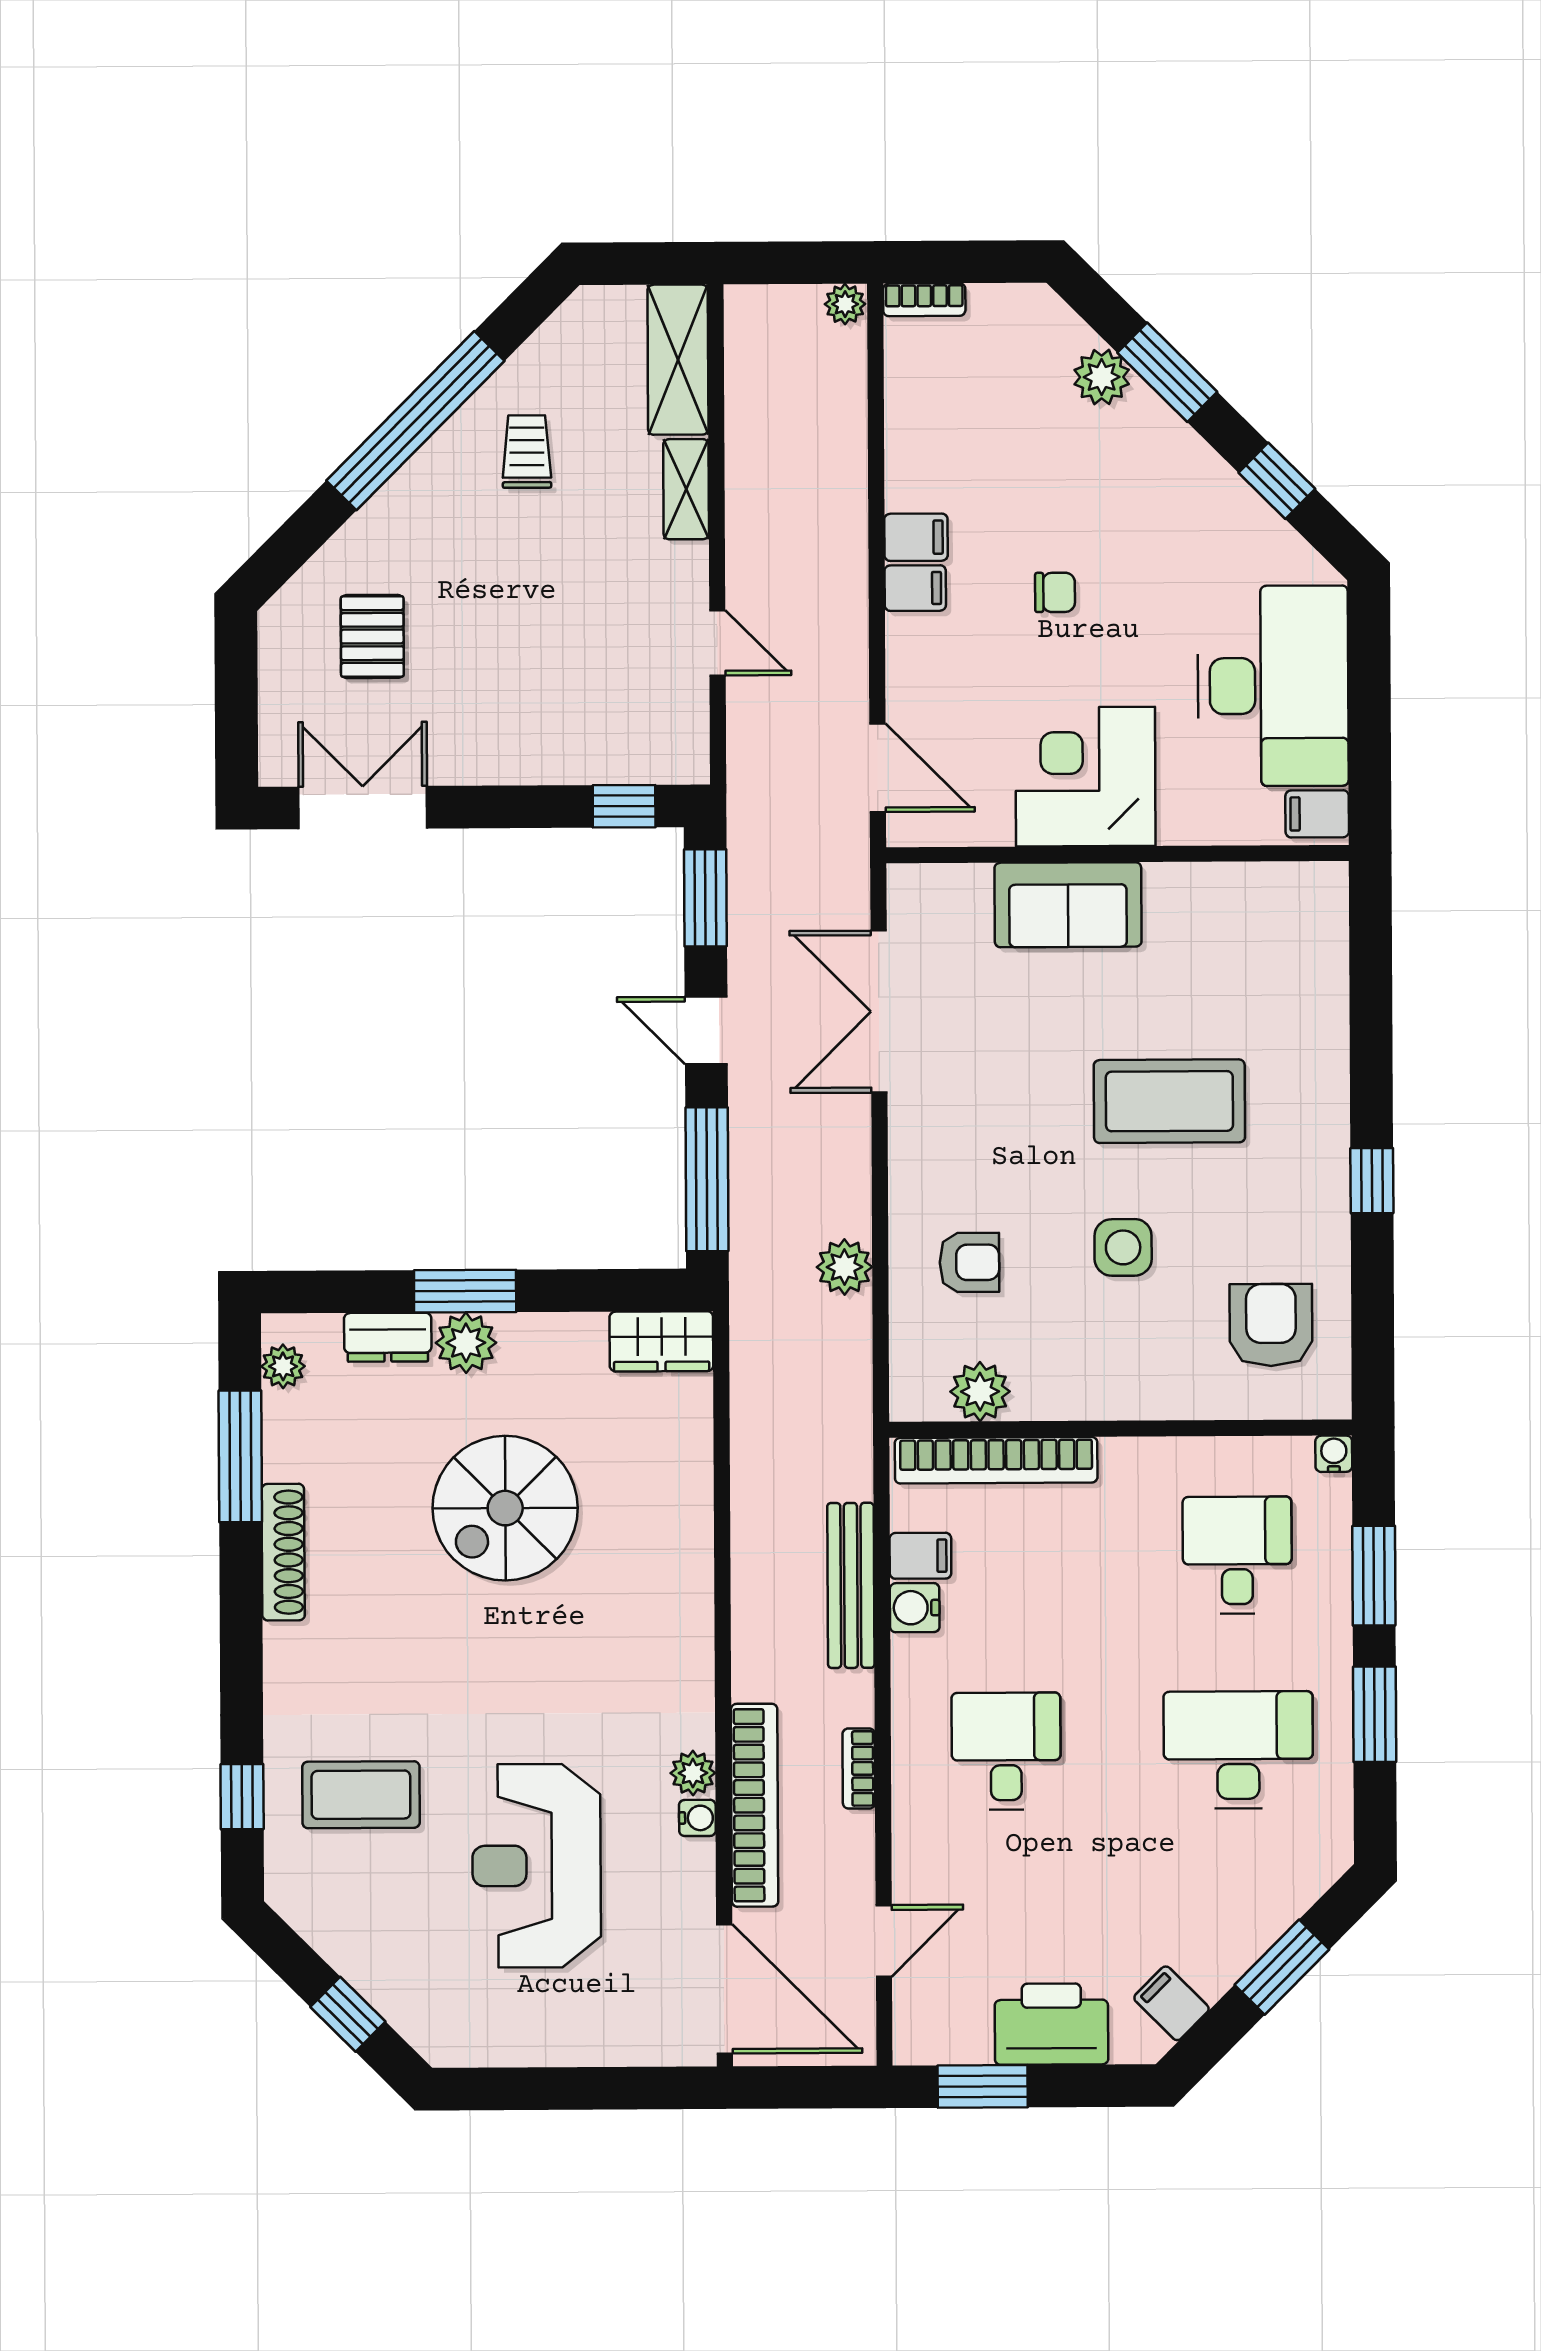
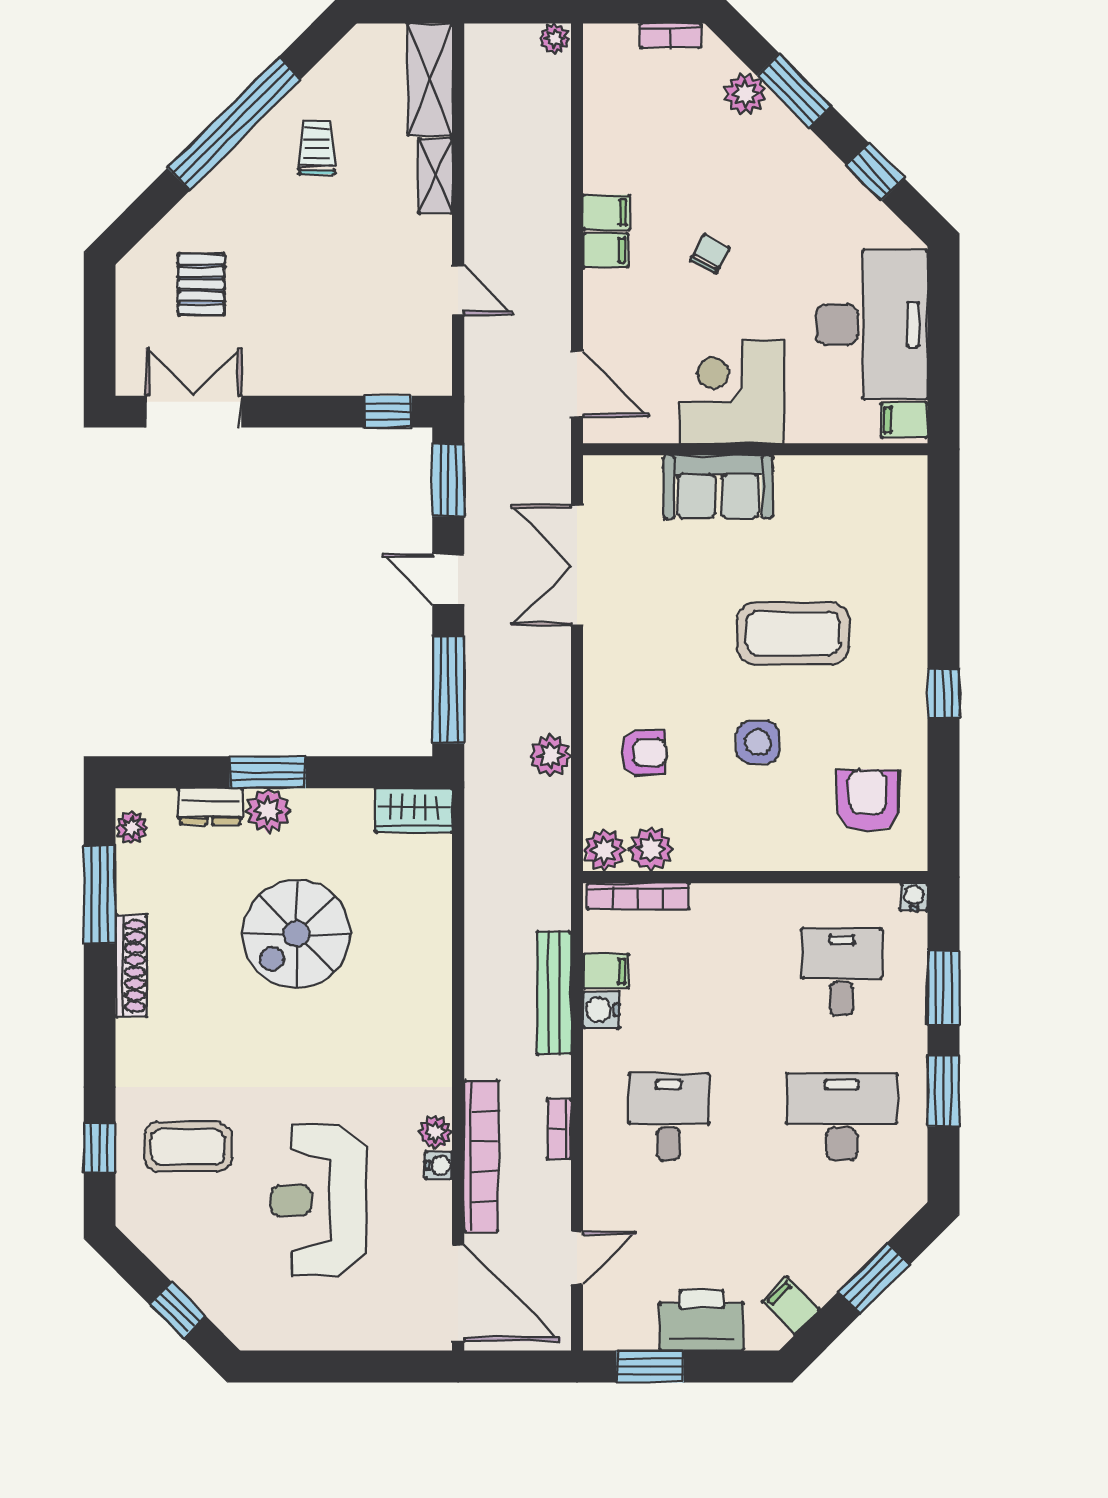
bookcase: (924, 300) -> (671, 36), moved
chair: (1055, 592) -> (710, 254), turned -62
plant: (917, 1393) -> (604, 850), added
bookcase: (996, 1460) -> (638, 896), width x0.68, depth x0.76

